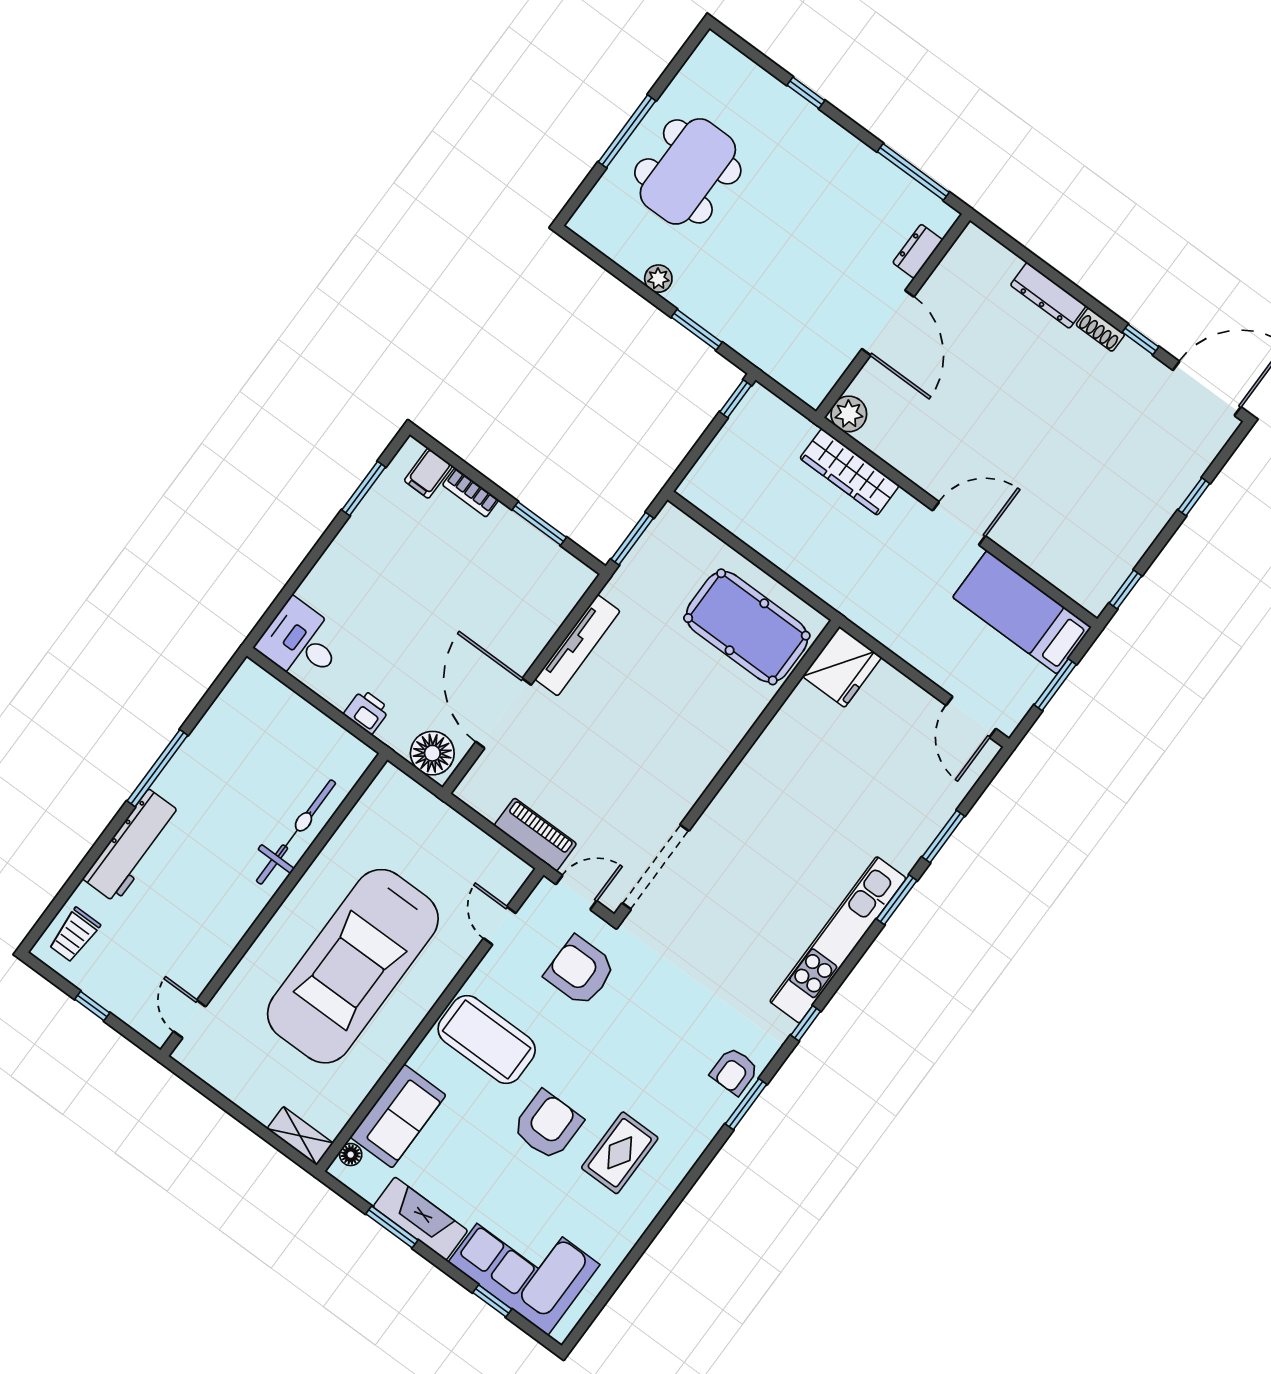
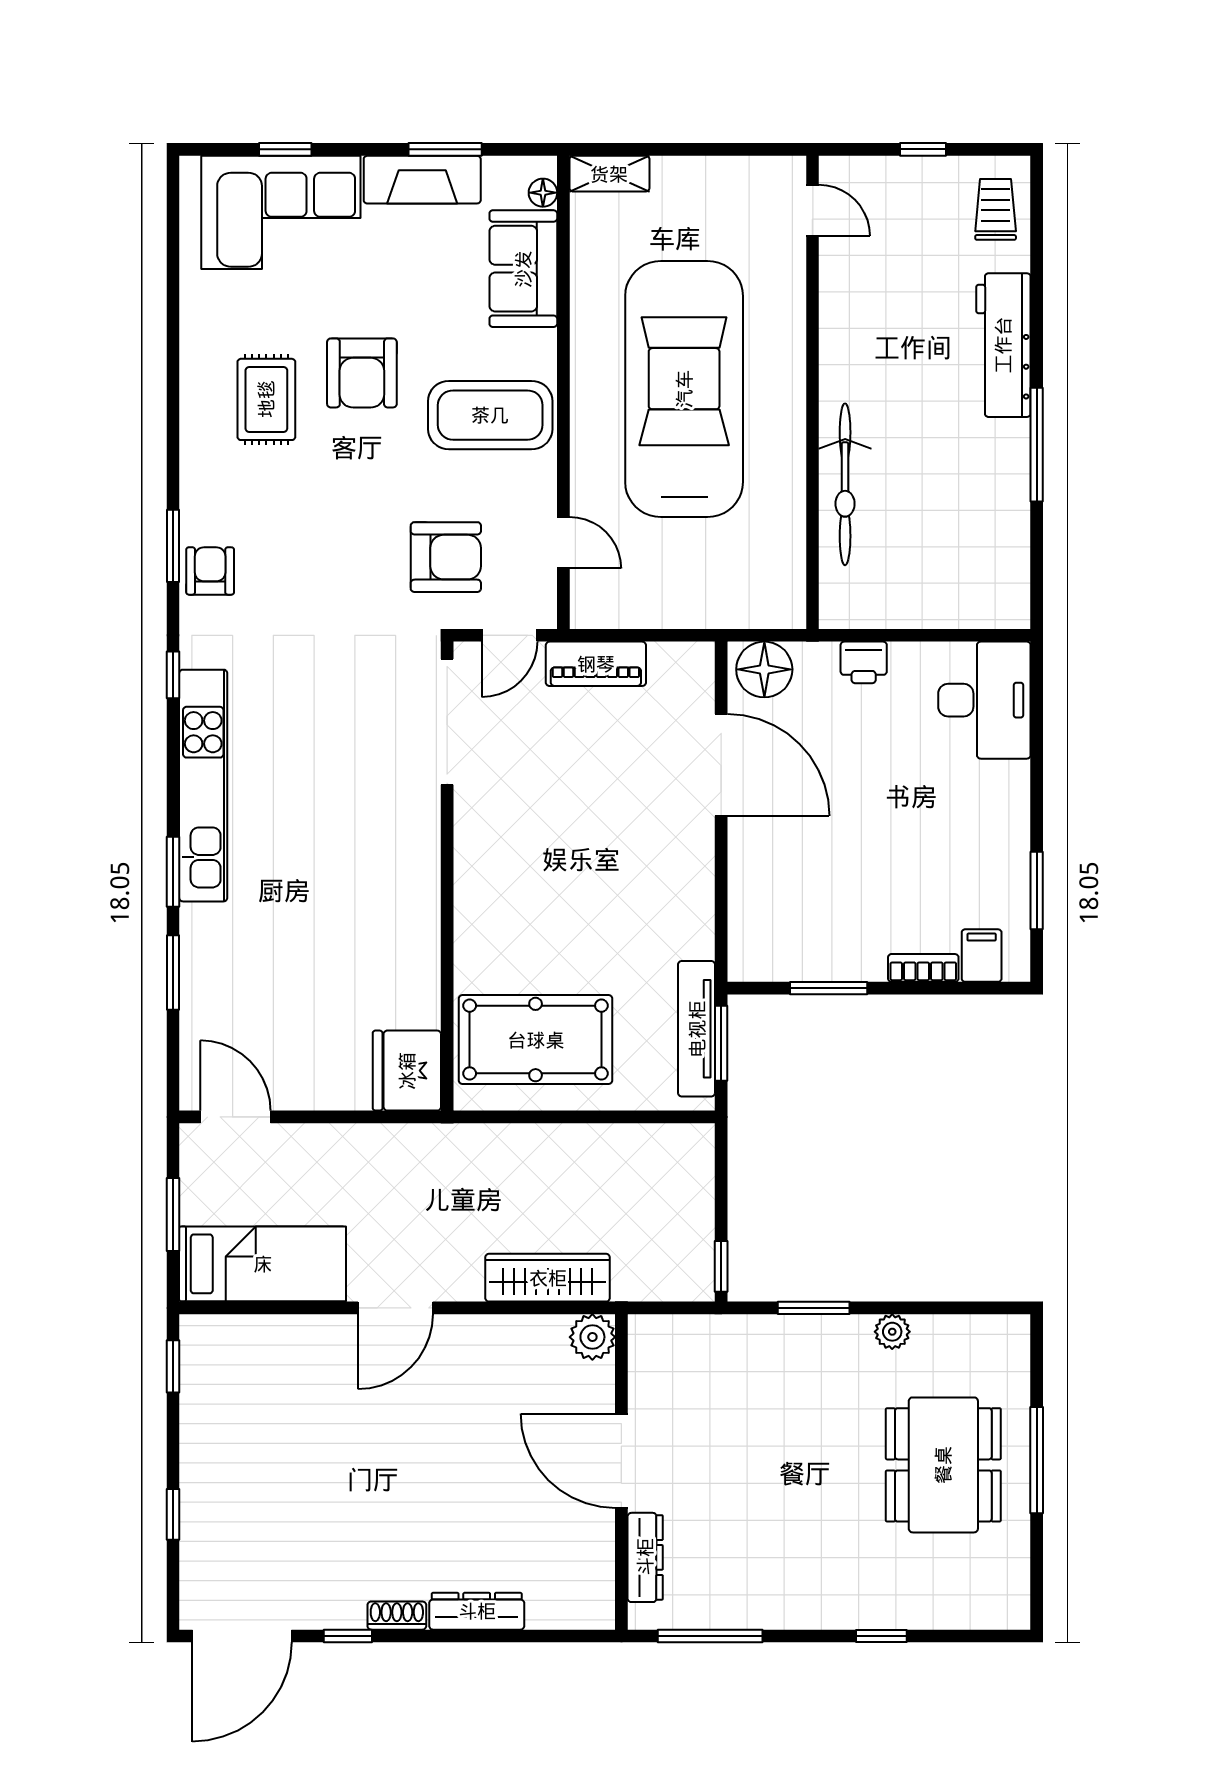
dresser: (918, 251) -> (645, 1557), width x1.44
desk: (301, 642) -> (984, 700), width x1.37
tv unit: (577, 645) -> (697, 1029), moved

